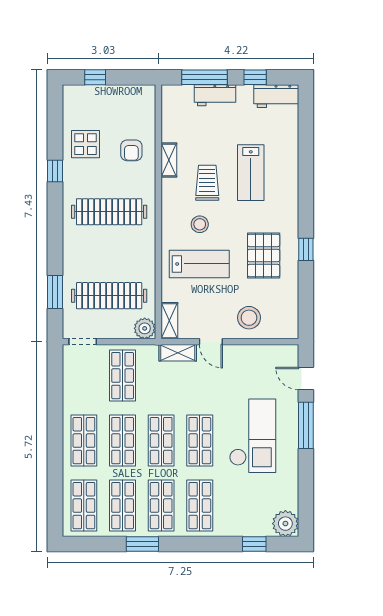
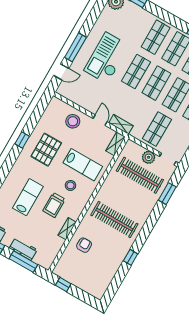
window: (95, 77) -> (63, 284), moved
display table: (85, 144) -> (106, 262), removed
lab bench: (199, 264) -> (83, 165), turned 180
plant: (145, 328) -> (149, 157), moved
door: (306, 379) -> (61, 72), hinge flipped

